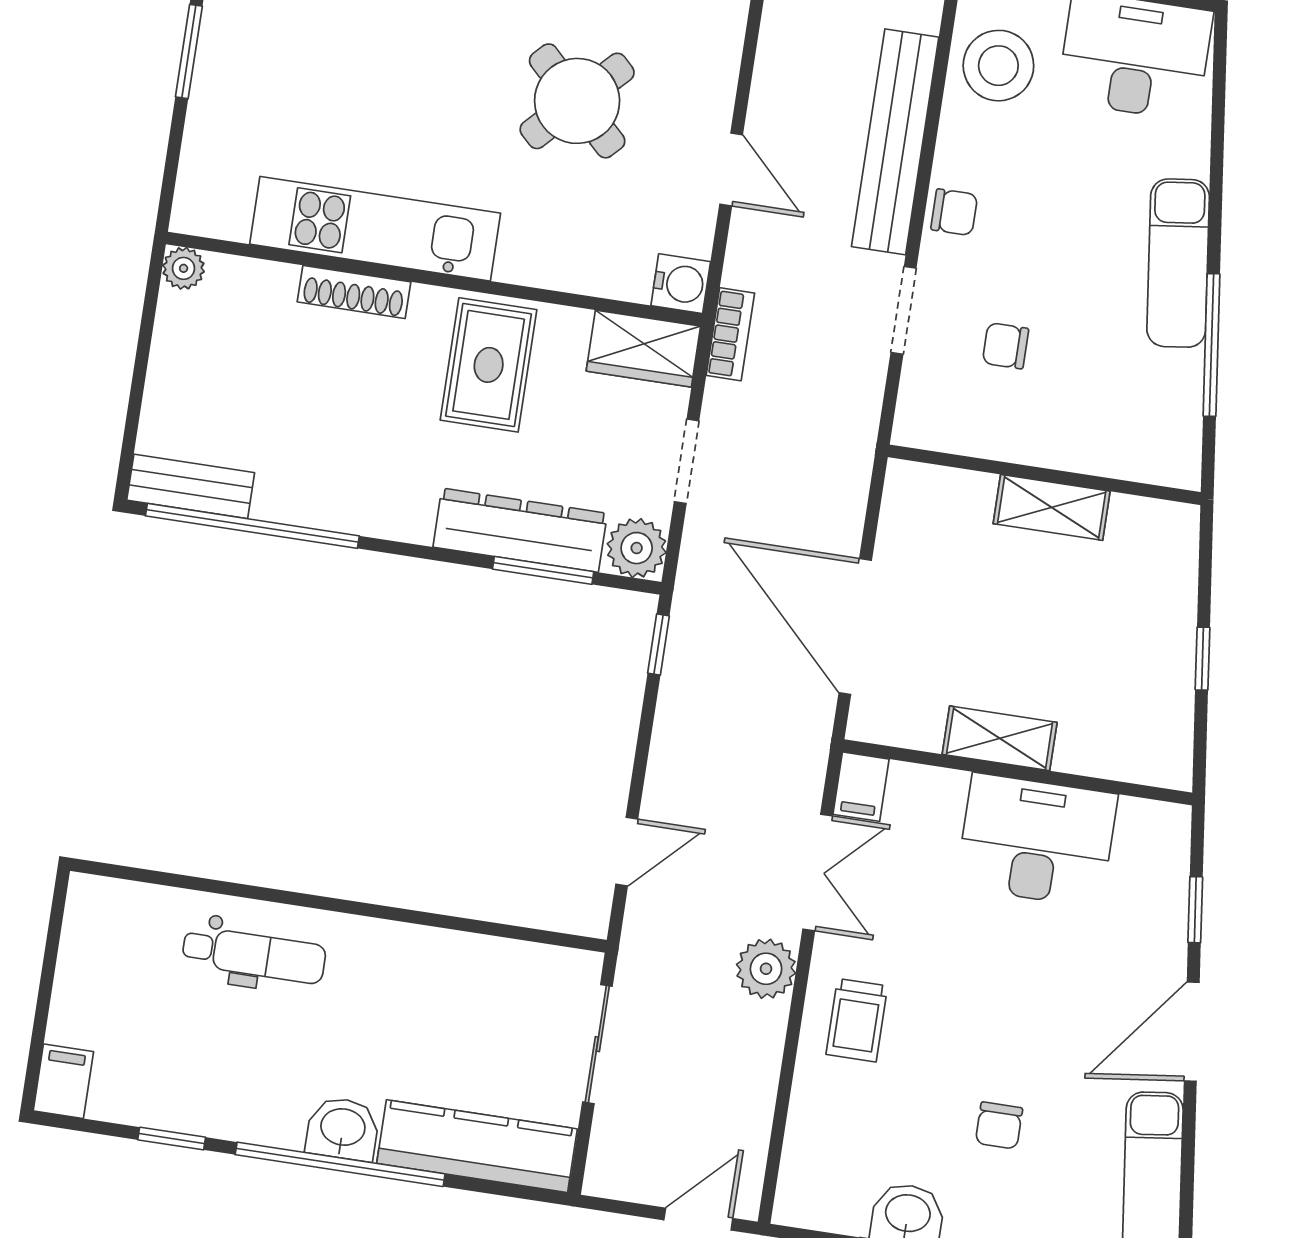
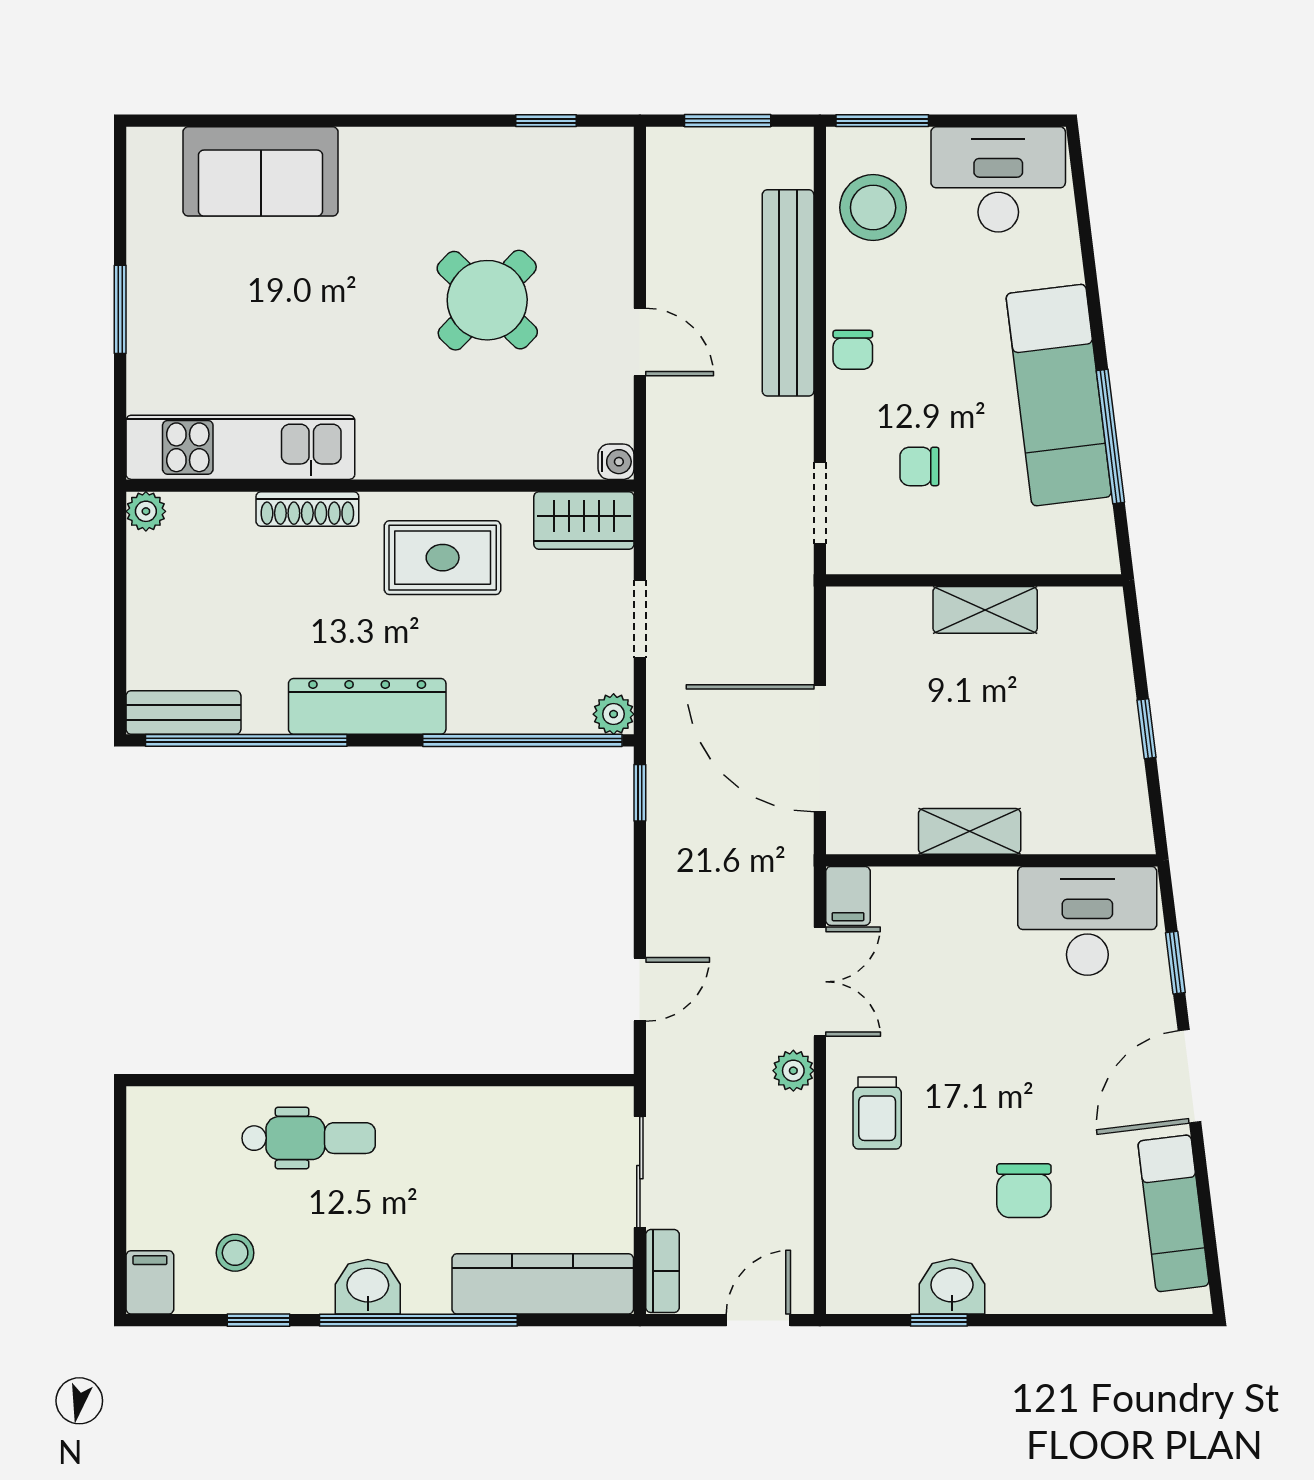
chair: (954, 212) -> (853, 350), turned 90
kitchen unit: (375, 229) -> (240, 447), moved
exam couch: (1178, 263) -> (1059, 395), width x1.36, depth x1.45
water cooler: (681, 284) -> (616, 462), width x0.72, depth x0.72
doorway: (904, 310) -> (820, 503), moved
bookcase: (730, 334) -> (663, 1271), moved
rug: (489, 365) -> (443, 558), turned 90
dresser: (520, 530) -> (367, 706), moved
plant: (637, 548) -> (614, 714), width x0.73, depth x0.73
window: (543, 570) -> (522, 740), width x2.11
desk: (1037, 840) -> (1087, 921), moved
plant: (766, 969) -> (793, 1071), width x0.73, depth x0.73
stool: (158, 1064) -> (235, 1253), added
chair: (999, 1126) -> (1024, 1191), width x1.37, depth x1.37
washbasin: (343, 1129) -> (368, 1287), moved

